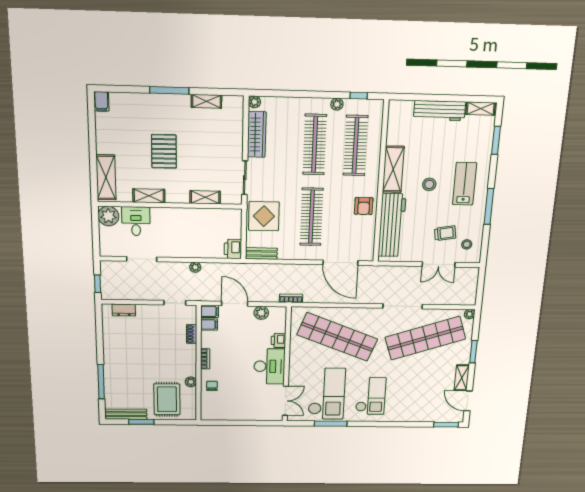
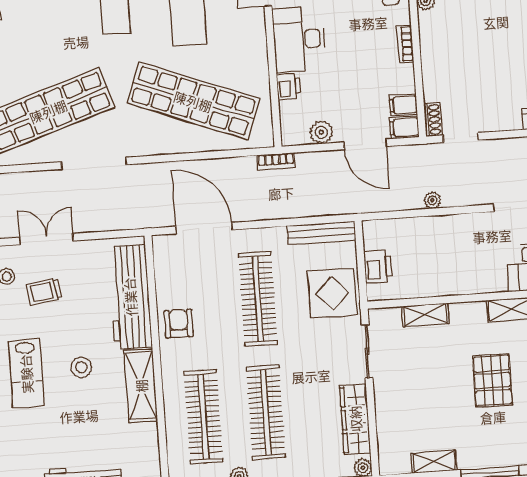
printer: (233, 249) -> (378, 267), moved
bench: (261, 253) -> (321, 233), width x1.36
shoe rack: (192, 334) -> (433, 120), moved

